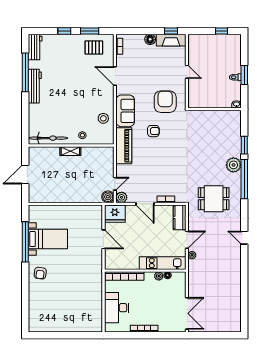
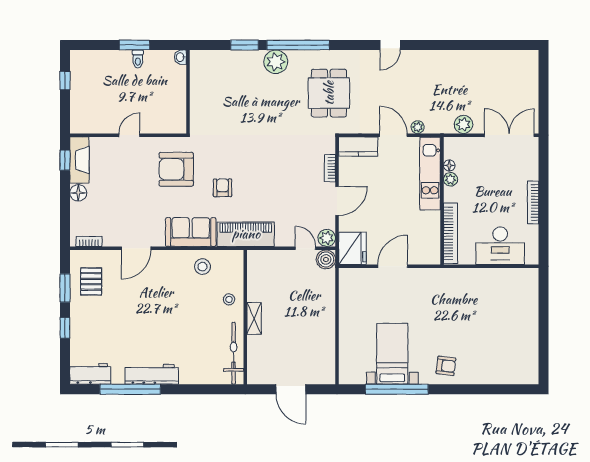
plant: (194, 284) -> (463, 124), added

